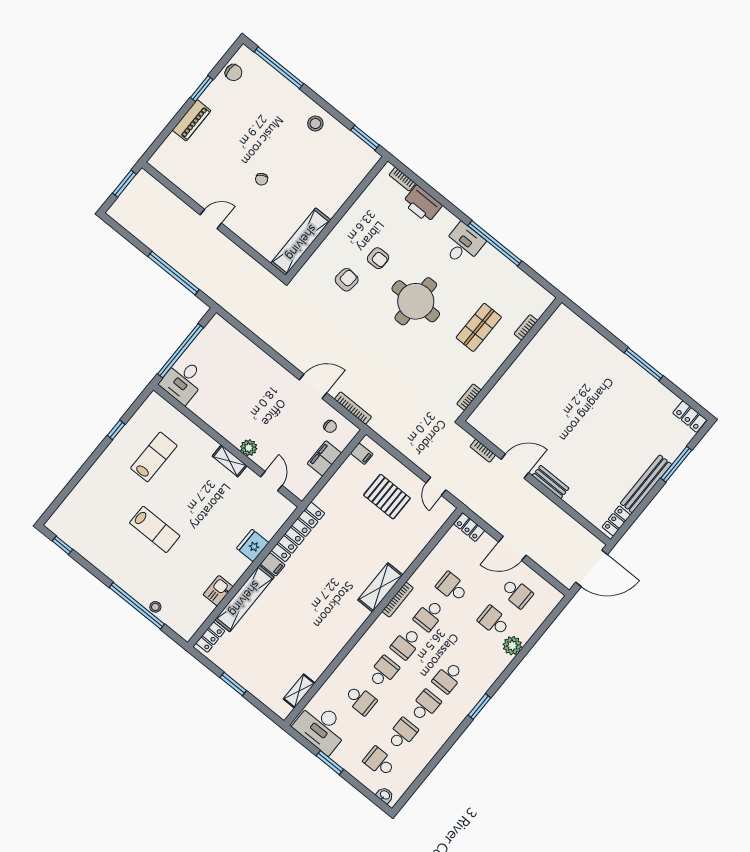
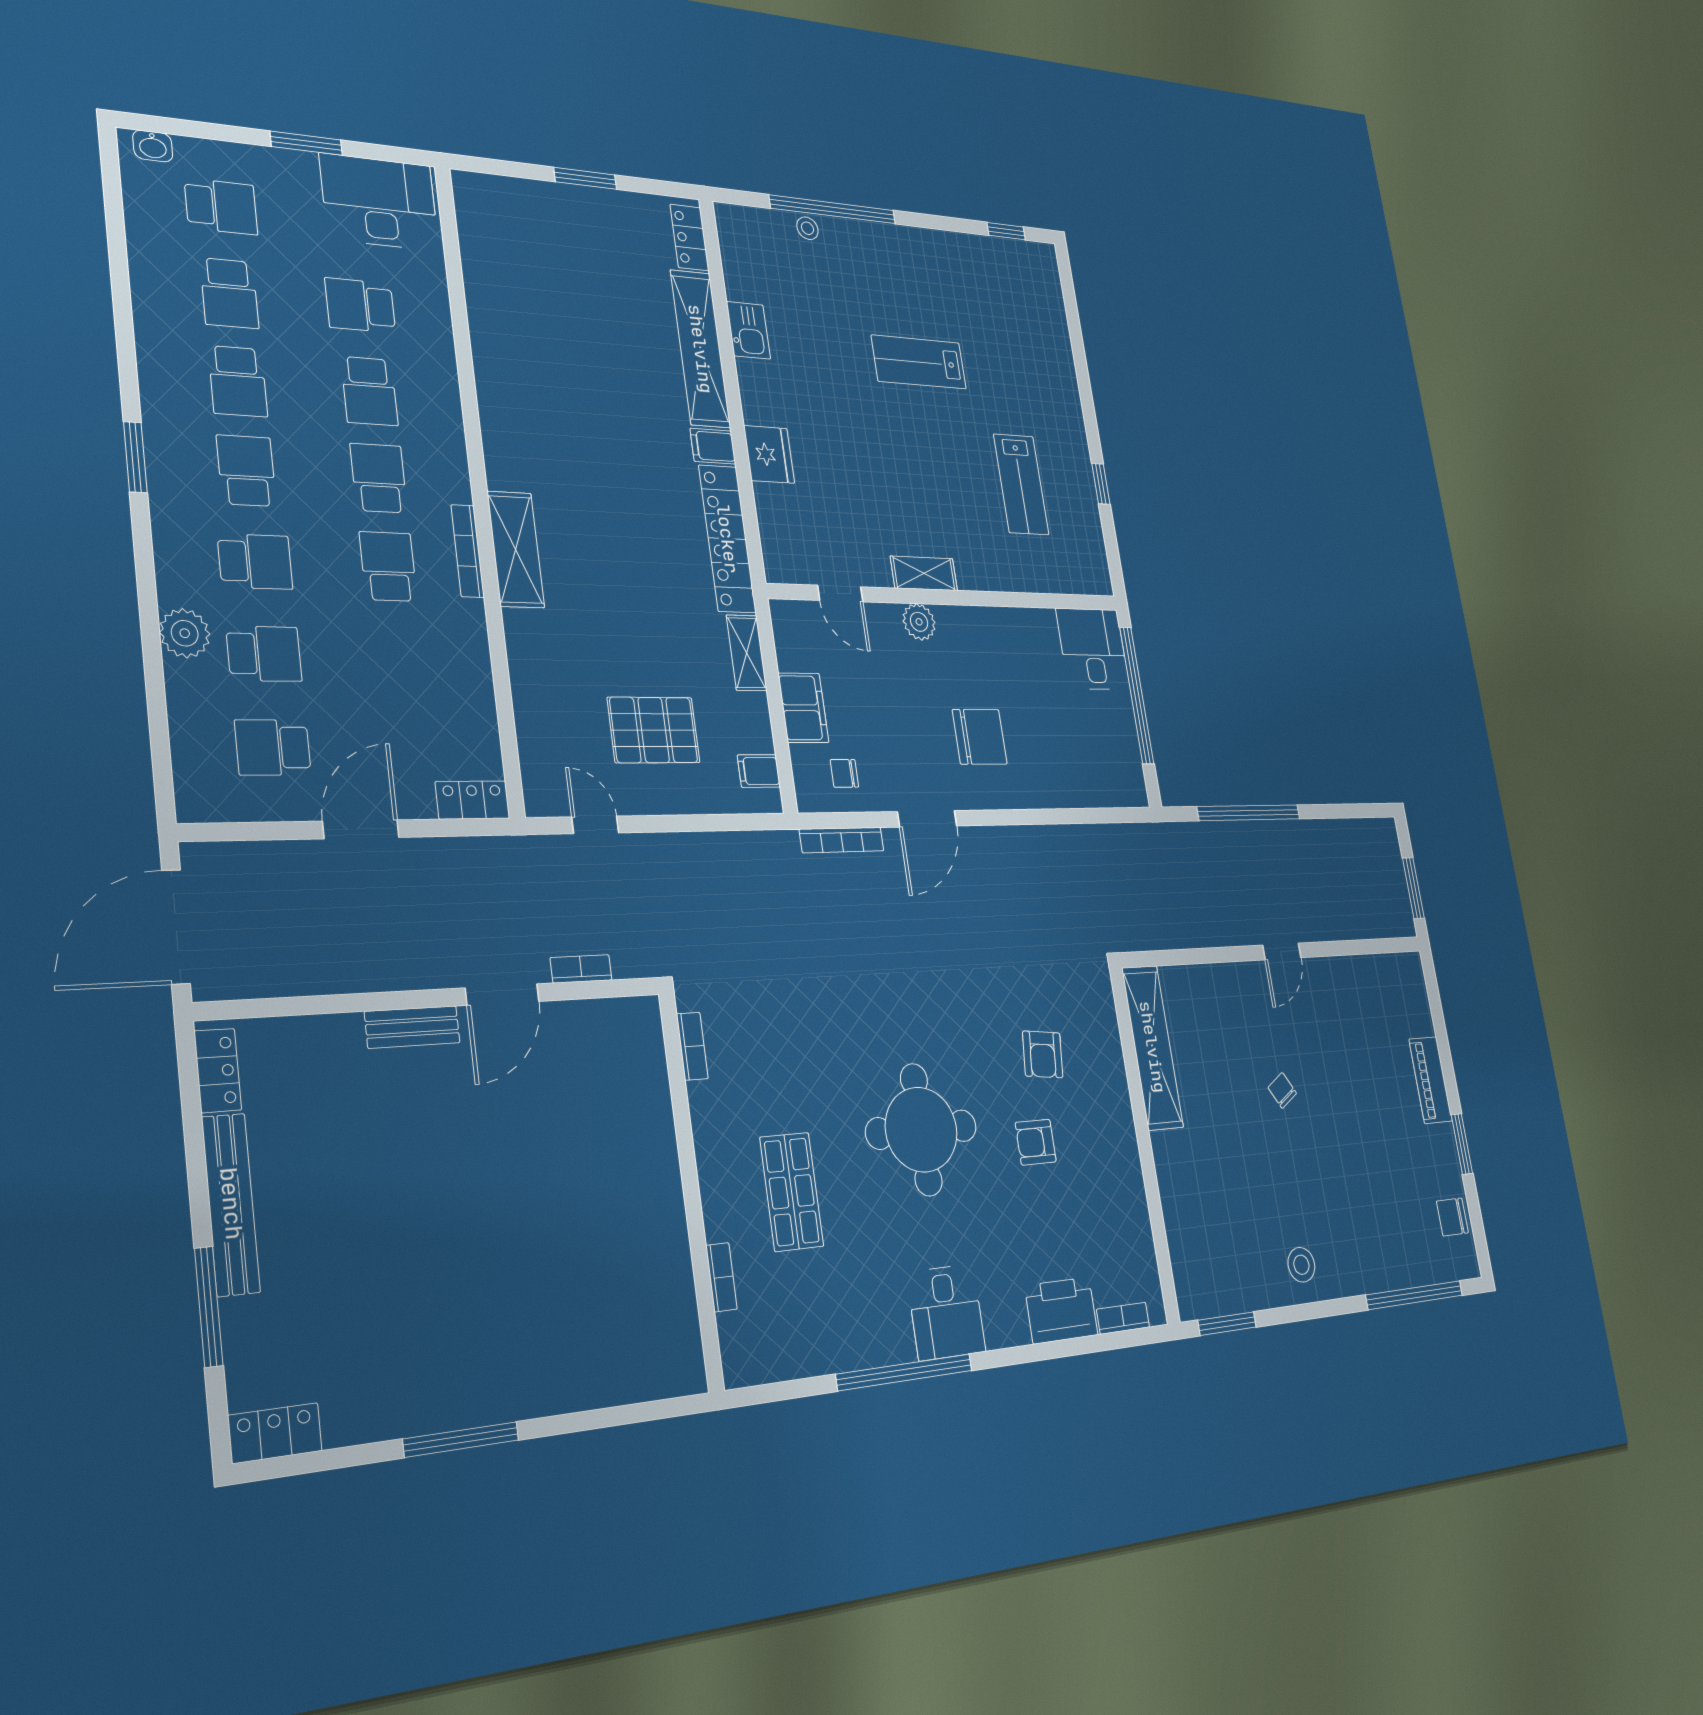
chair: (264, 393) -> (980, 737), added
school desk: (452, 587) -> (255, 562), moved
shelving: (299, 691) -> (747, 653), moved

